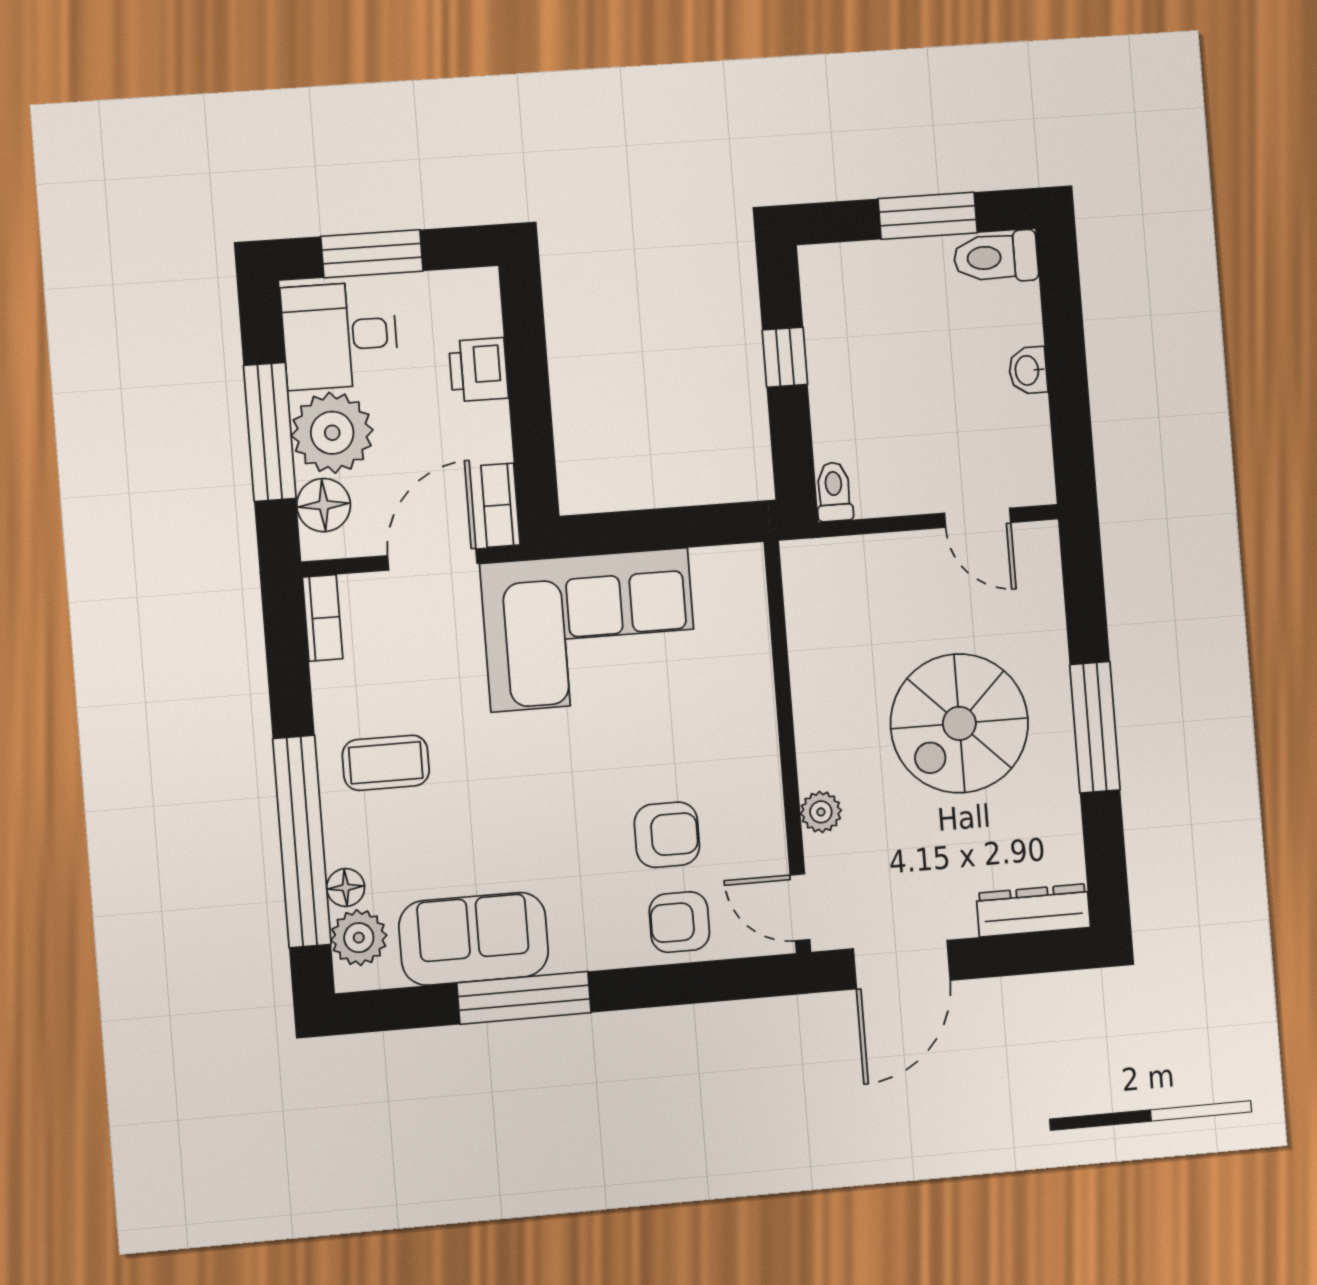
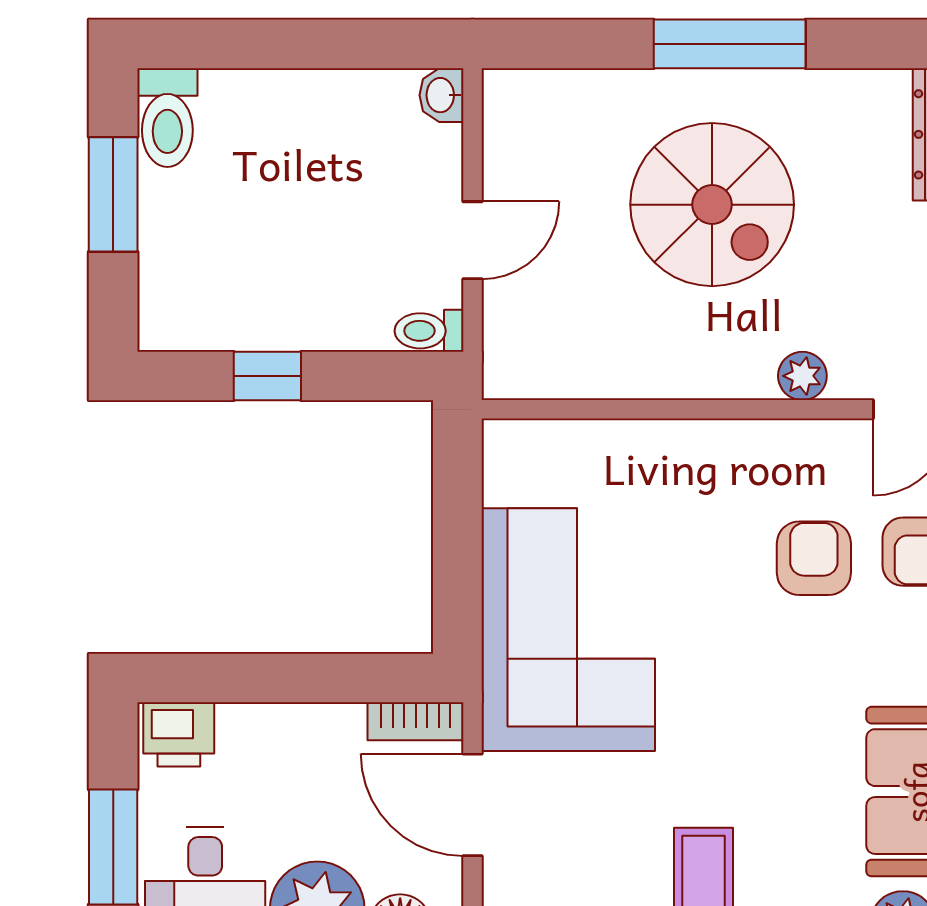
printer: (479, 370) -> (179, 734), moved
washbasin: (1028, 370) -> (442, 95), moved, turned 90
door: (978, 518) -> (472, 240), moved

